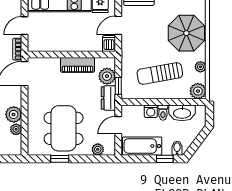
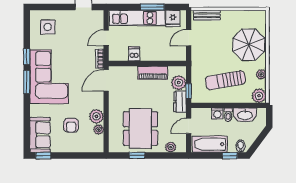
dishwasher: (109, 43) -> (134, 54), moved

